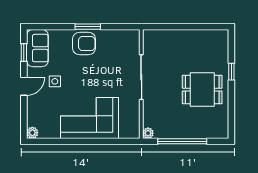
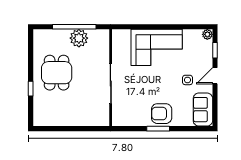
window: (24, 52) -> (215, 50), moved
dining table: (202, 90) -> (57, 73), turned 90
plant: (148, 133) -> (79, 38), moved, width x1.88, depth x1.88

